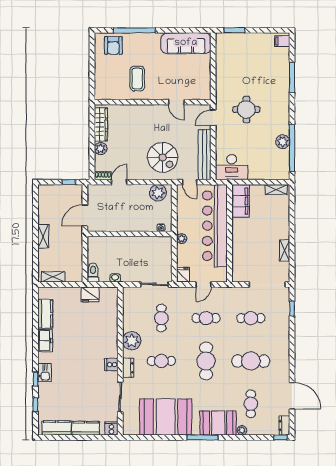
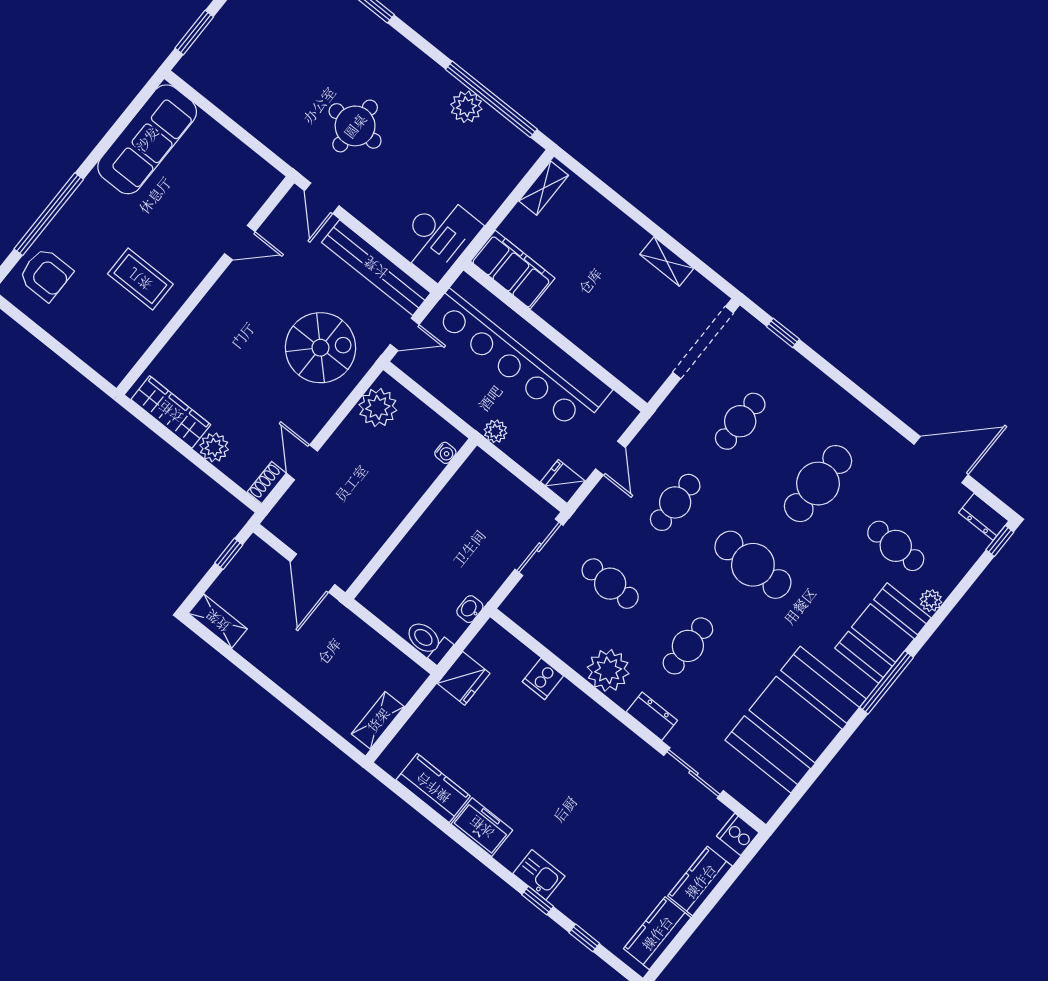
shelving: (43, 236) -> (218, 621), moved
cooker: (111, 365) -> (543, 679), moved

